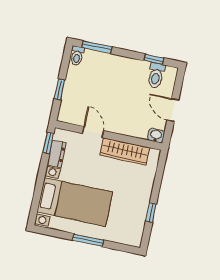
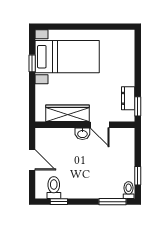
window: (60, 89) -> (138, 176), moved
washbasin: (156, 135) -> (82, 134), moved
bed with nightstands: (75, 202) -> (67, 57), moved, turned 180
window: (88, 240) -> (83, 27), removed

